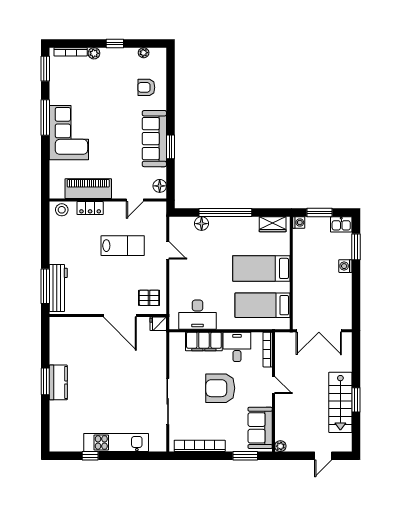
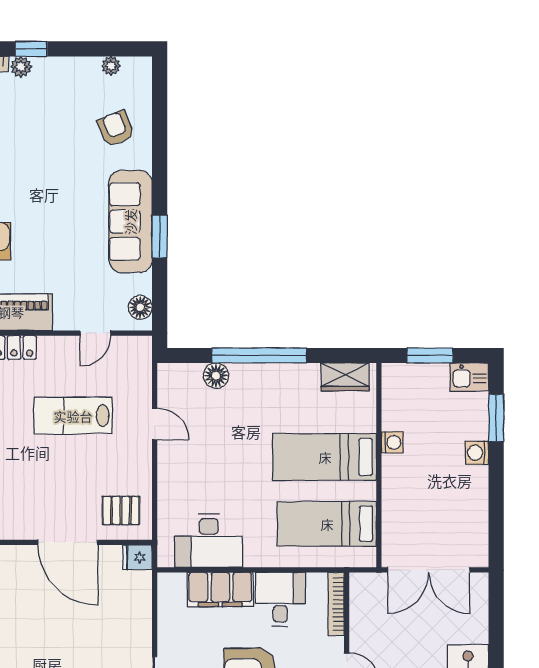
window: (115, 43) -> (31, 49), moved
armchair: (146, 87) -> (116, 129), turned 68
washing machine: (299, 223) -> (392, 442), moved
lab bench: (123, 246) -> (73, 416), turned 180

